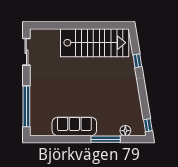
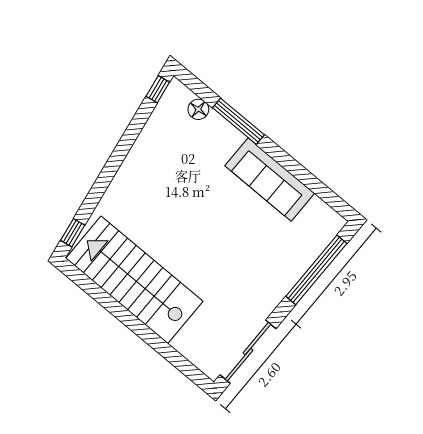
sliding door: (26, 52) -> (248, 352), width x1.37
window: (137, 61) -> (73, 233), moved

